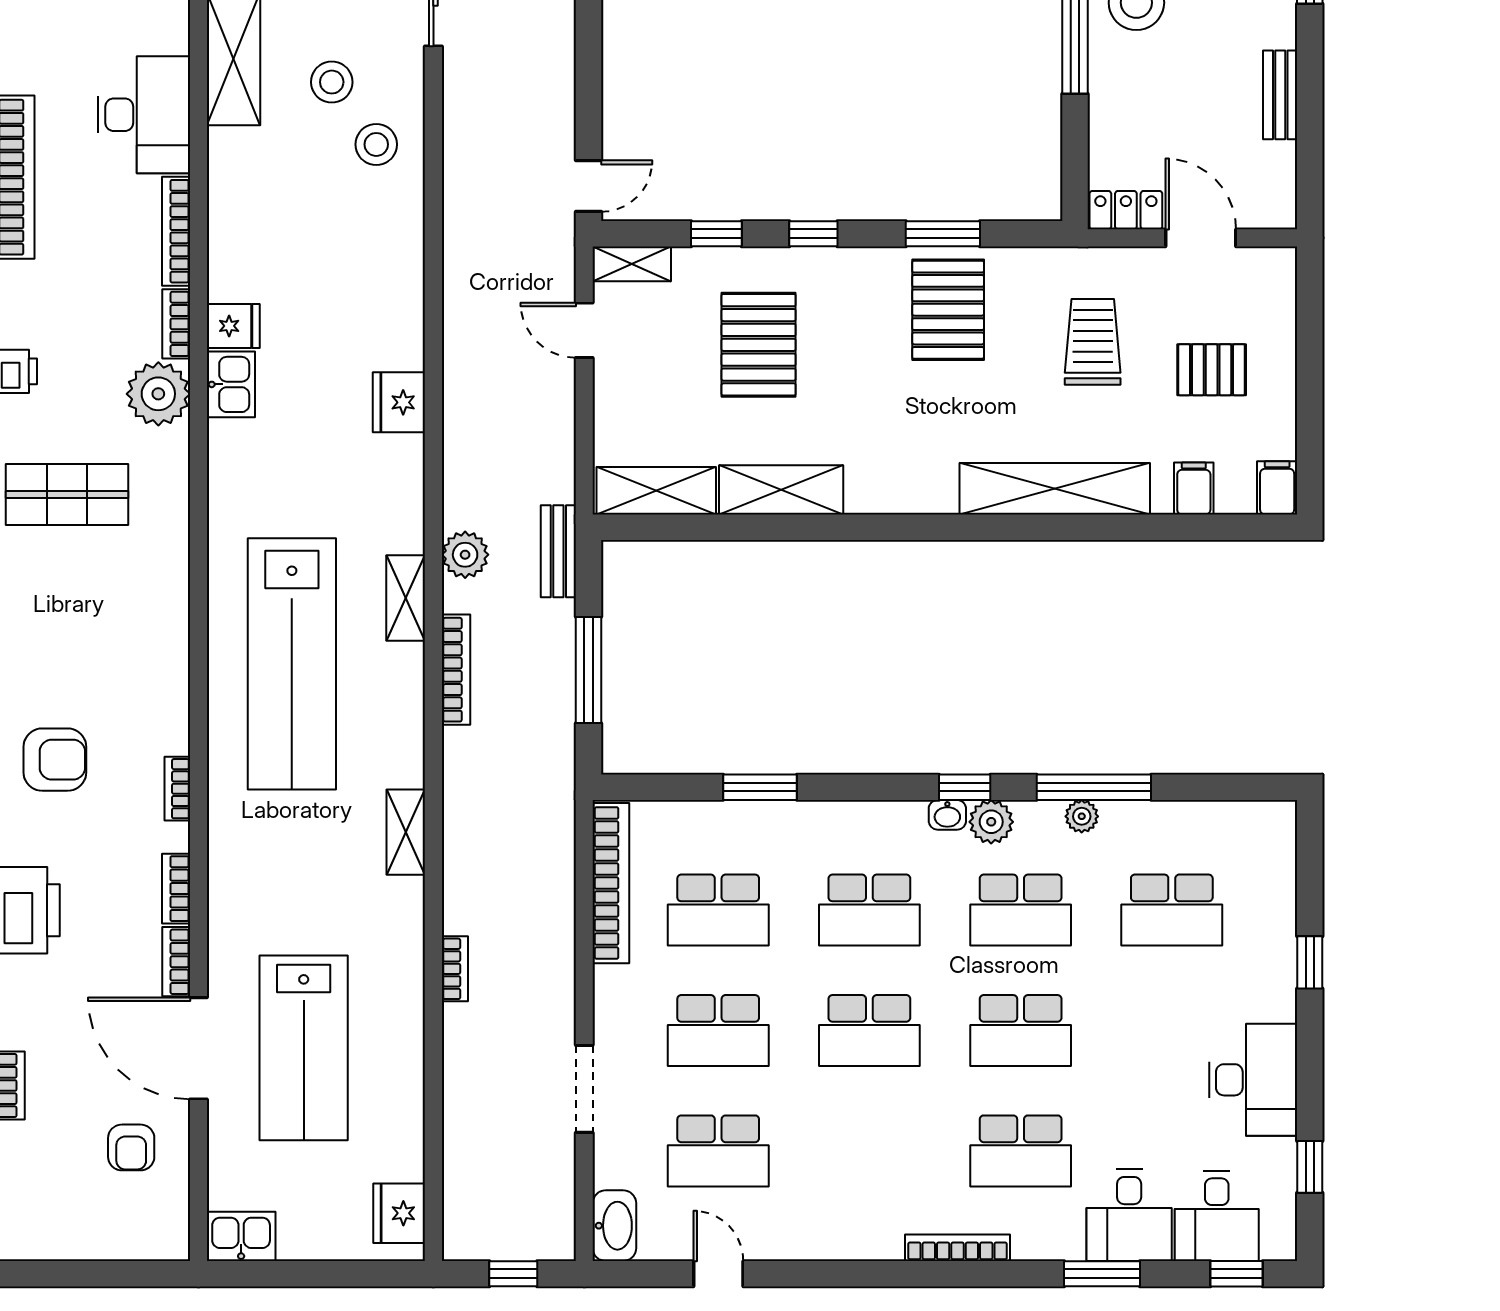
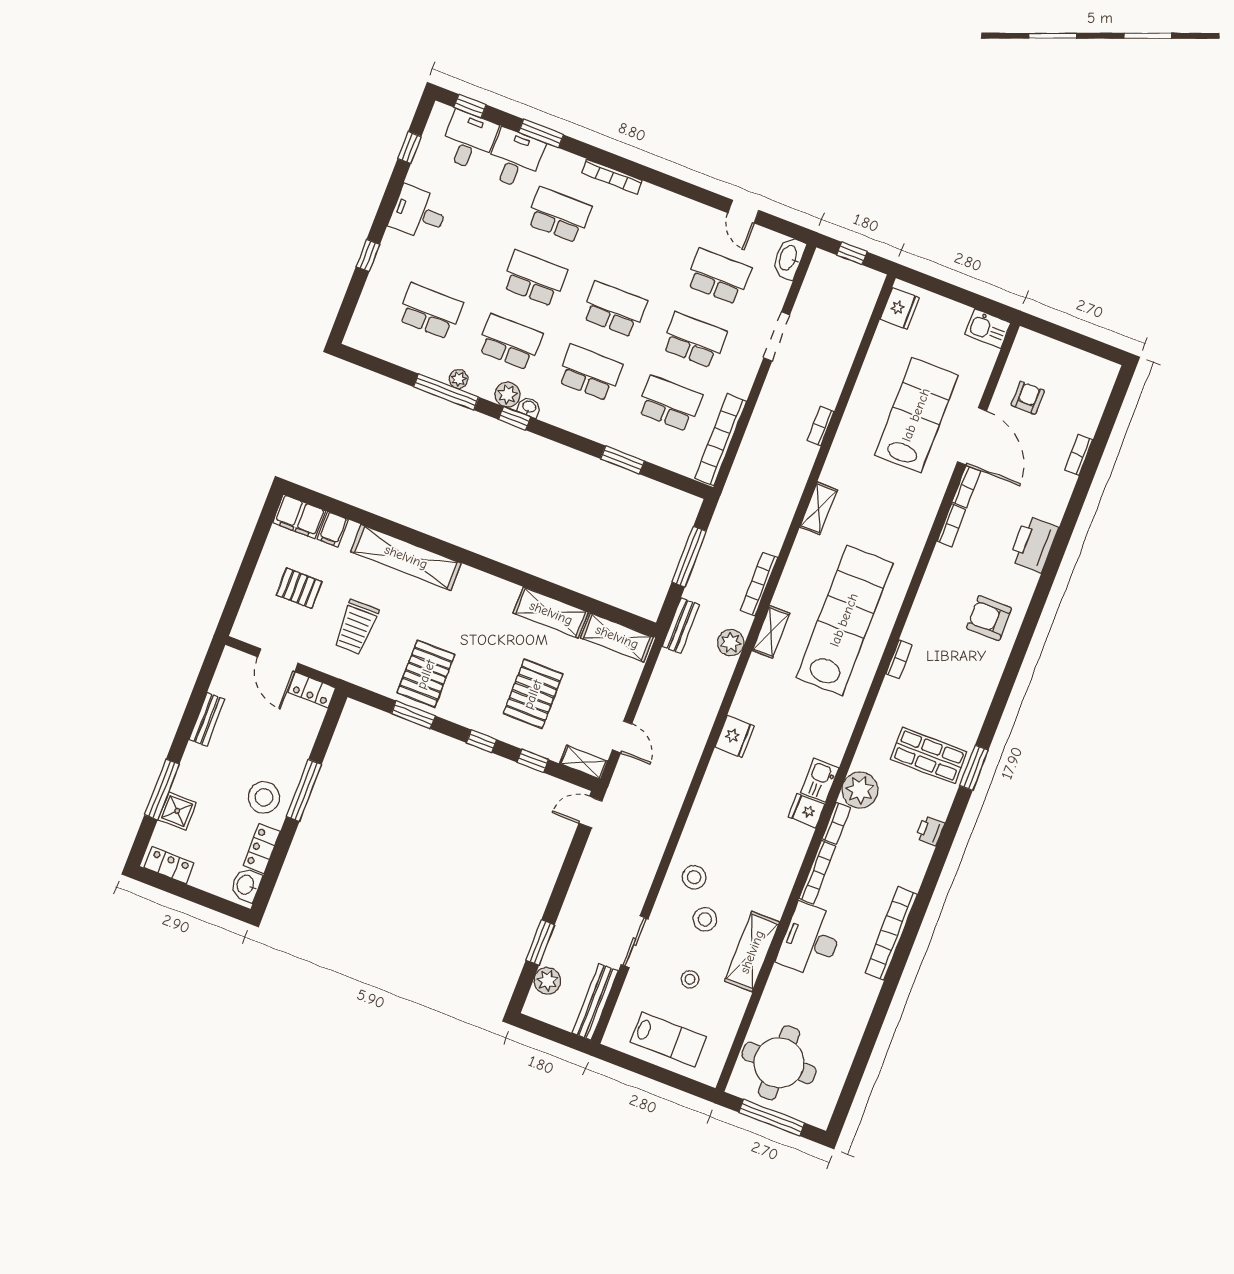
filing cabinet: (1277, 488) -> (299, 517), width x2.00
bookcase: (177, 789) -> (899, 659), moved
desk: (1253, 1080) -> (419, 213), width x0.73

